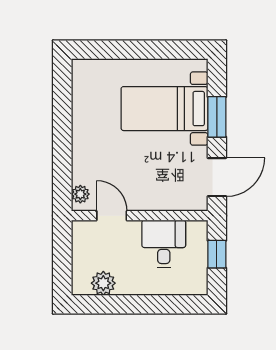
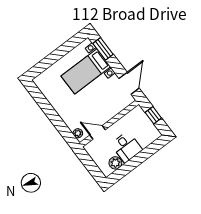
window: (217, 117) -> (103, 49), moved
desk: (164, 244) -> (127, 147), moved, turned 180

